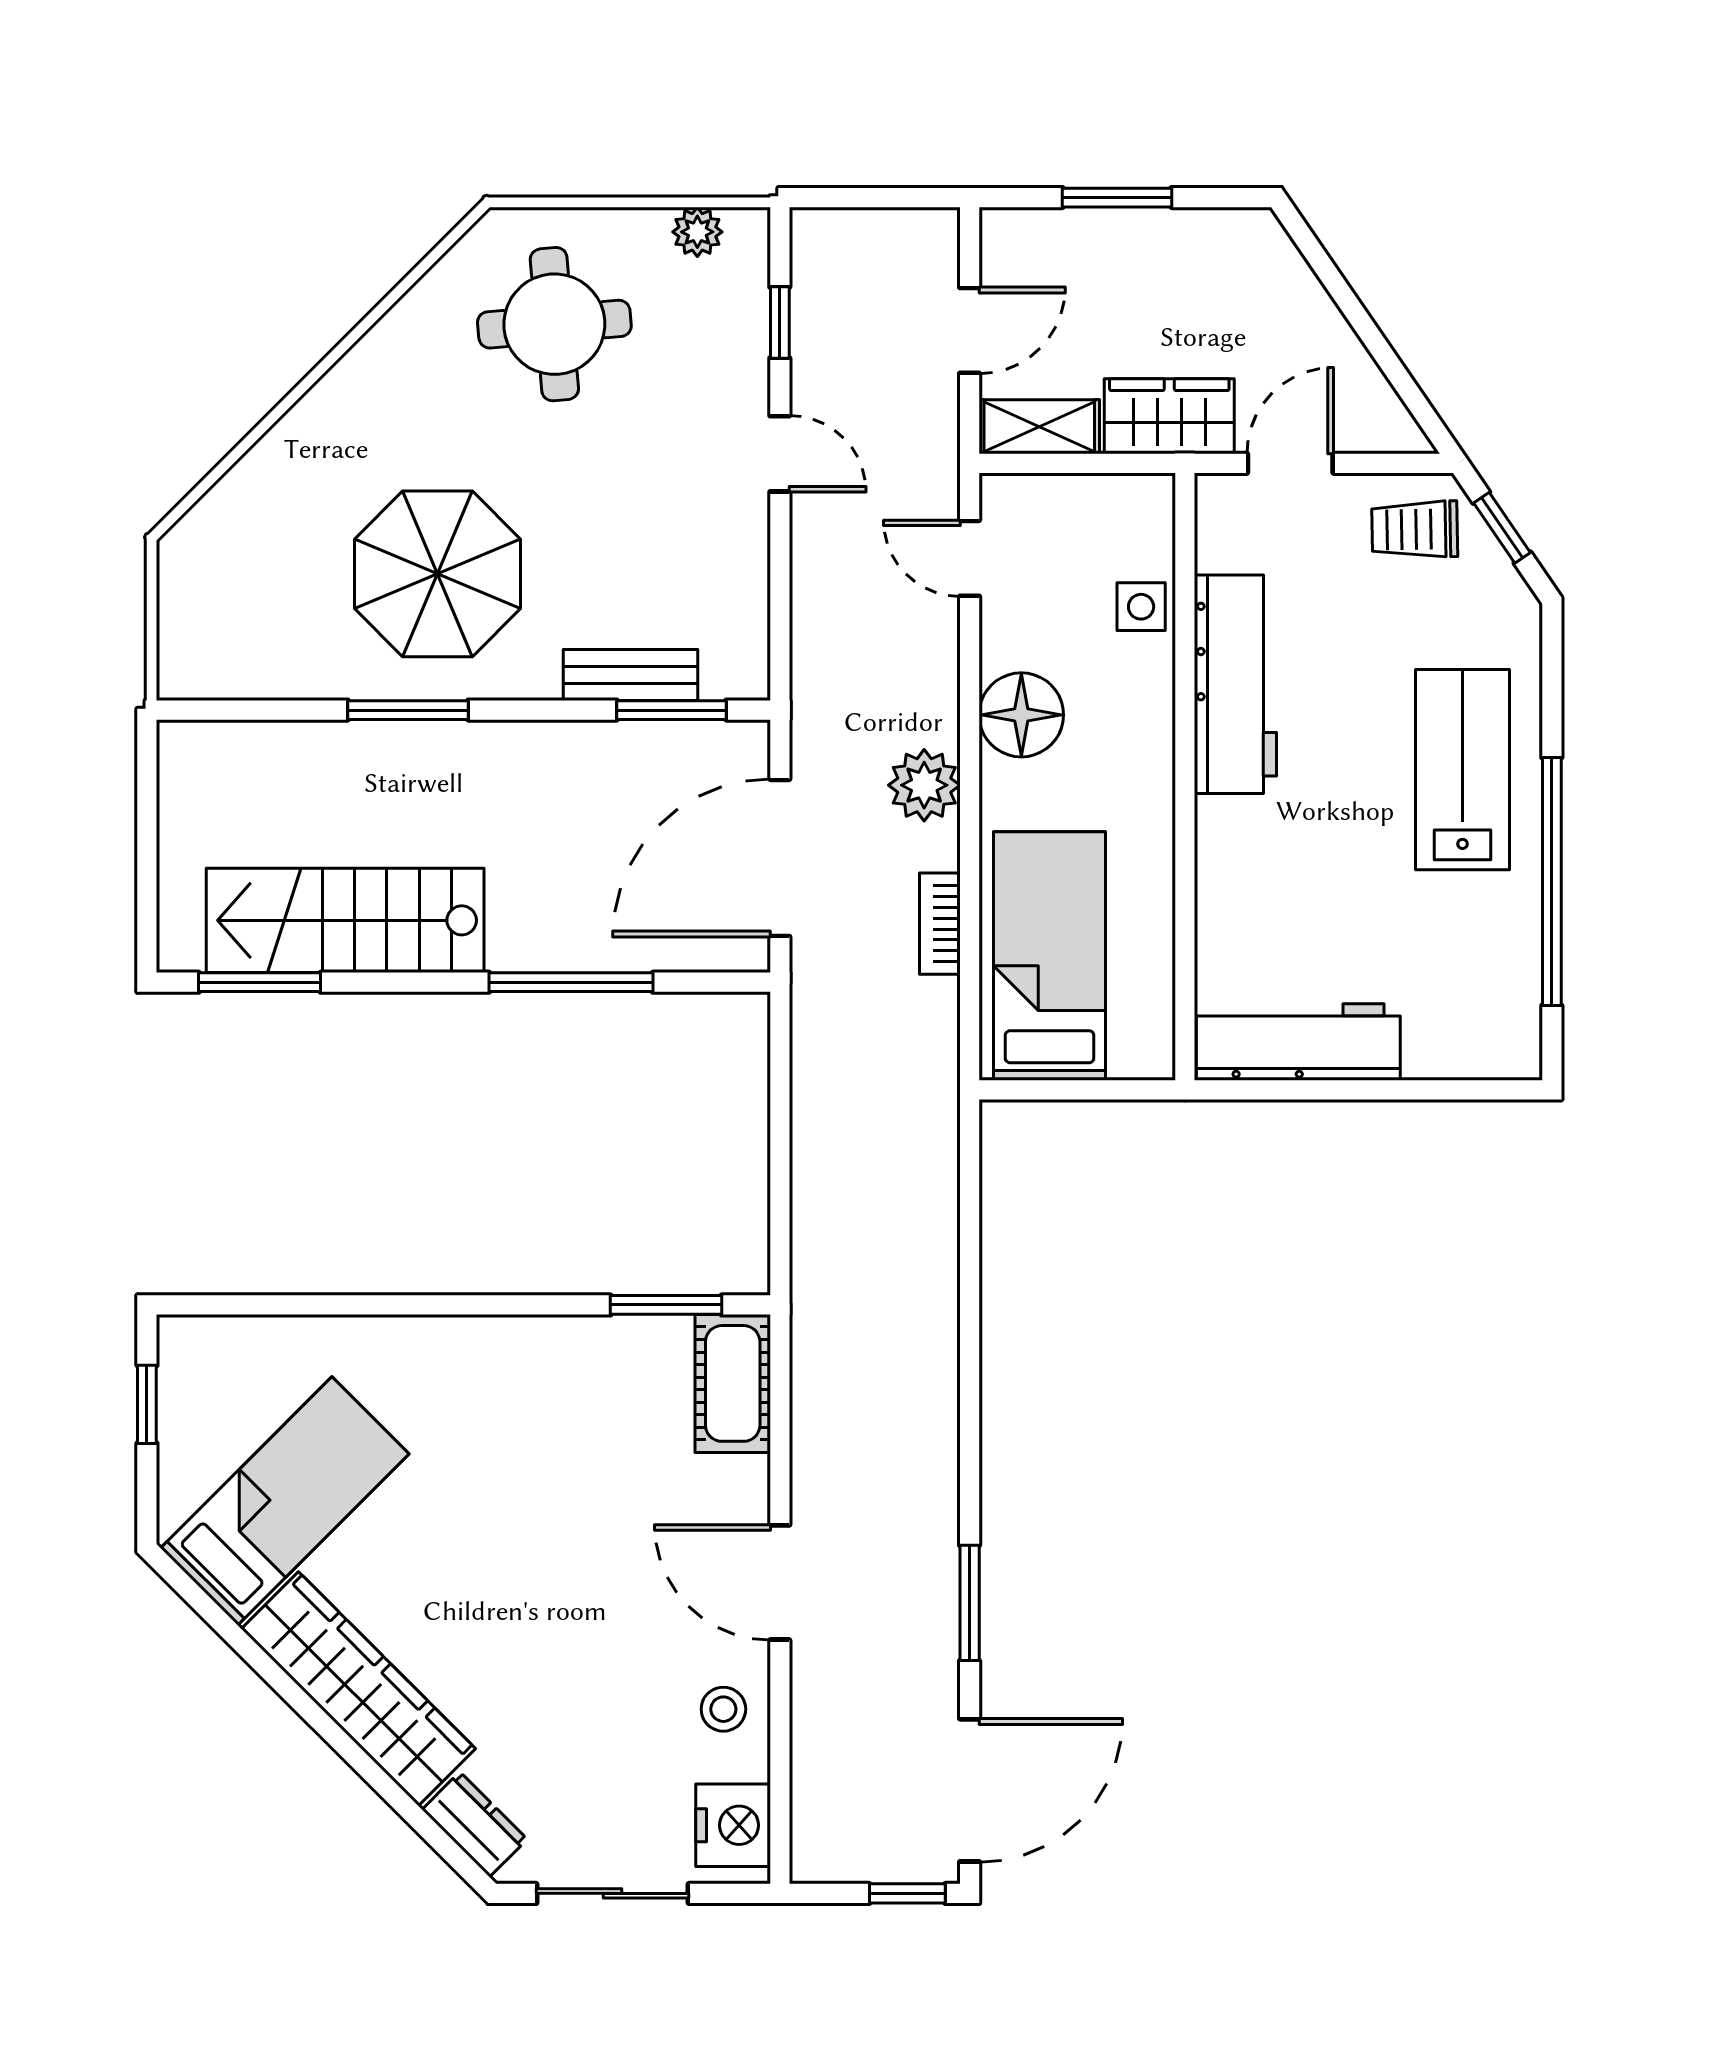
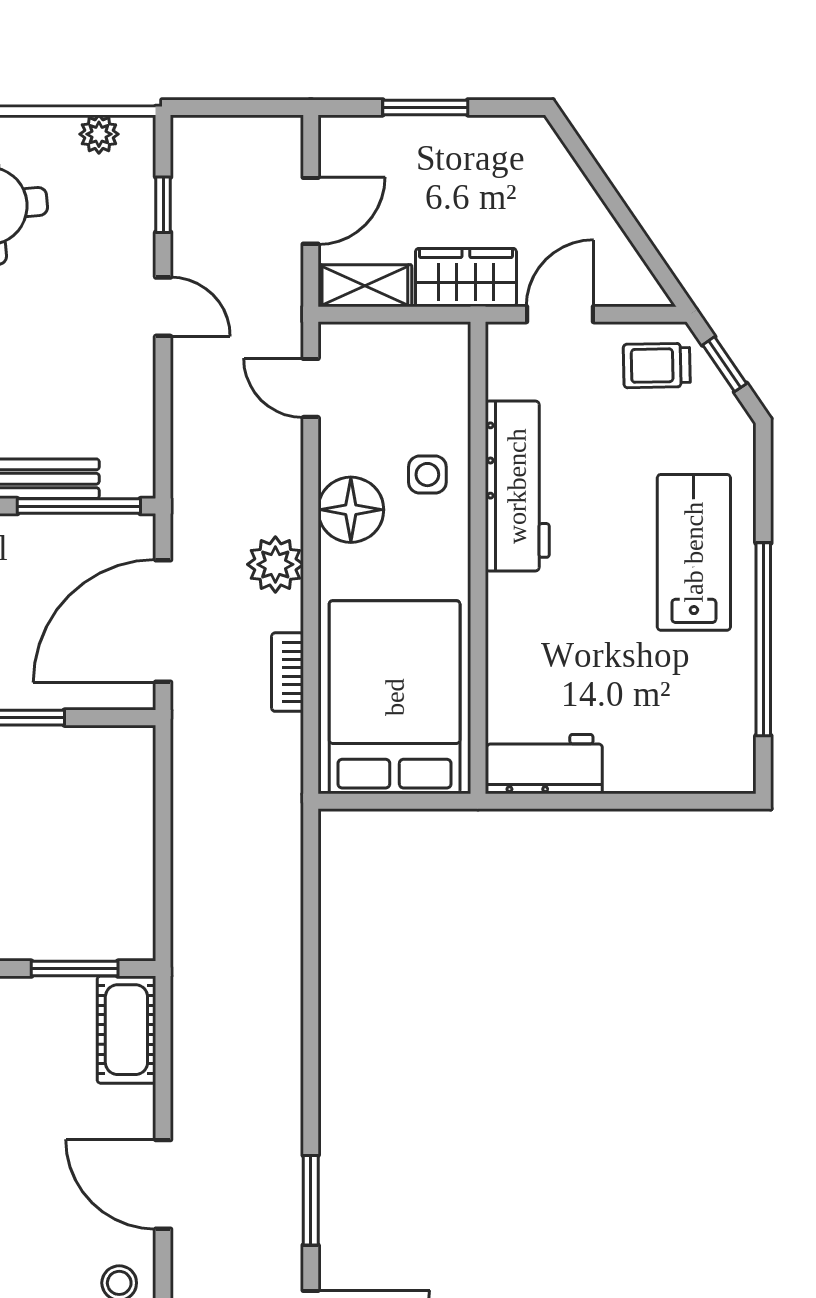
side table: (1141, 607) -> (427, 475), moved
window: (672, 710) -> (79, 506), width x1.44
bed: (1050, 956) -> (395, 697), width x1.50
workbench: (1298, 1042) -> (545, 764), width x0.73

